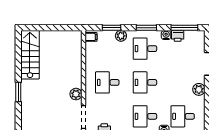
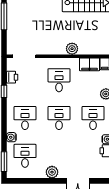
filing cabinet: (92, 52) -> (89, 64), added
plant: (76, 94) -> (72, 49), moved

